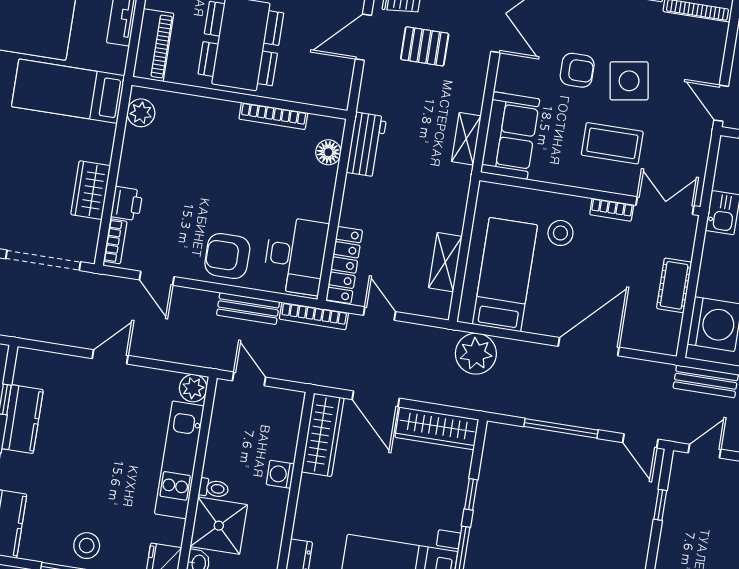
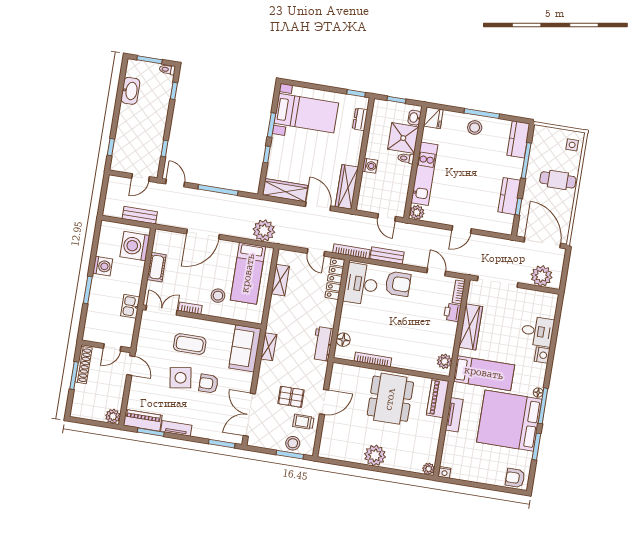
wardrobe: (91, 190) -> (471, 327), width x1.50
double door: (665, 206) -> (161, 310), swing flipped

